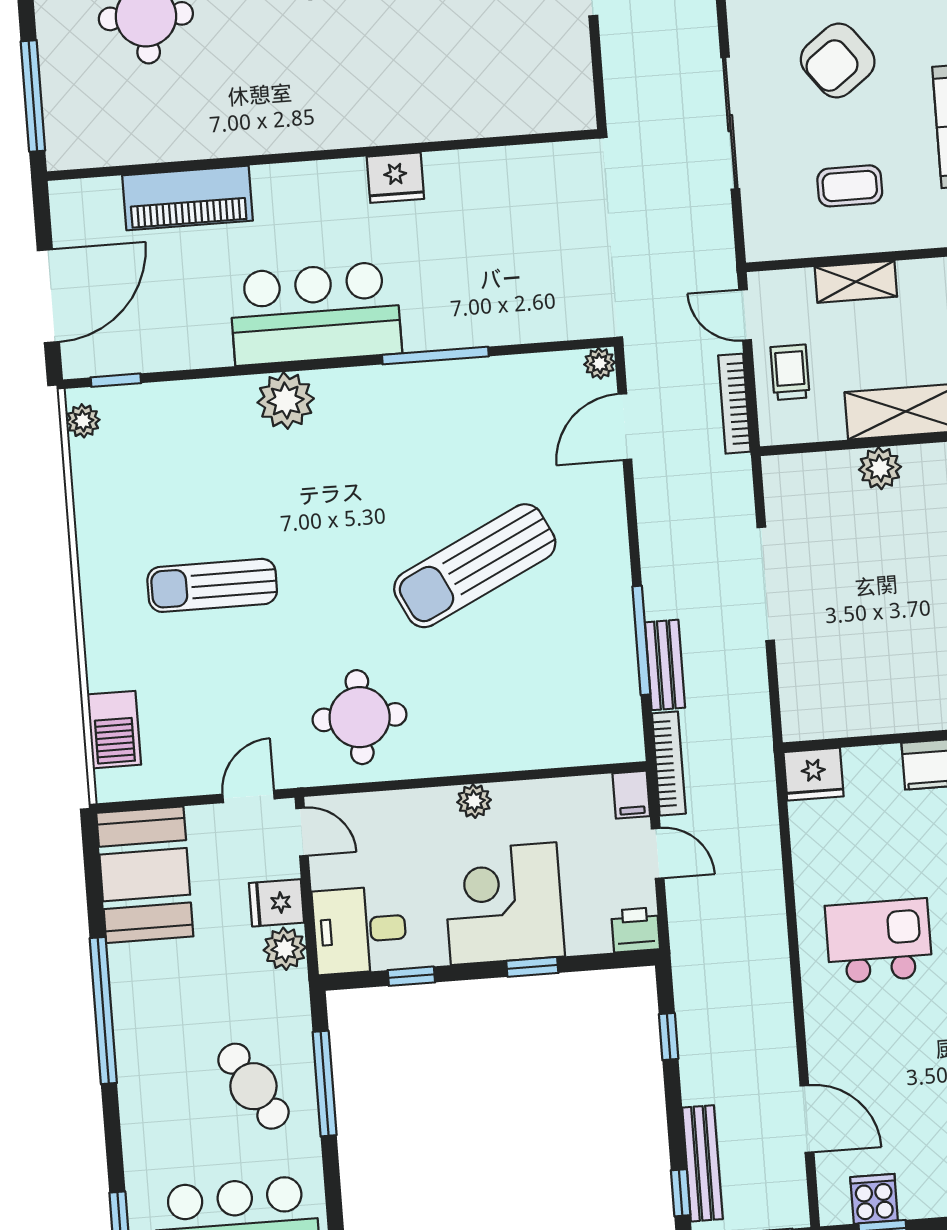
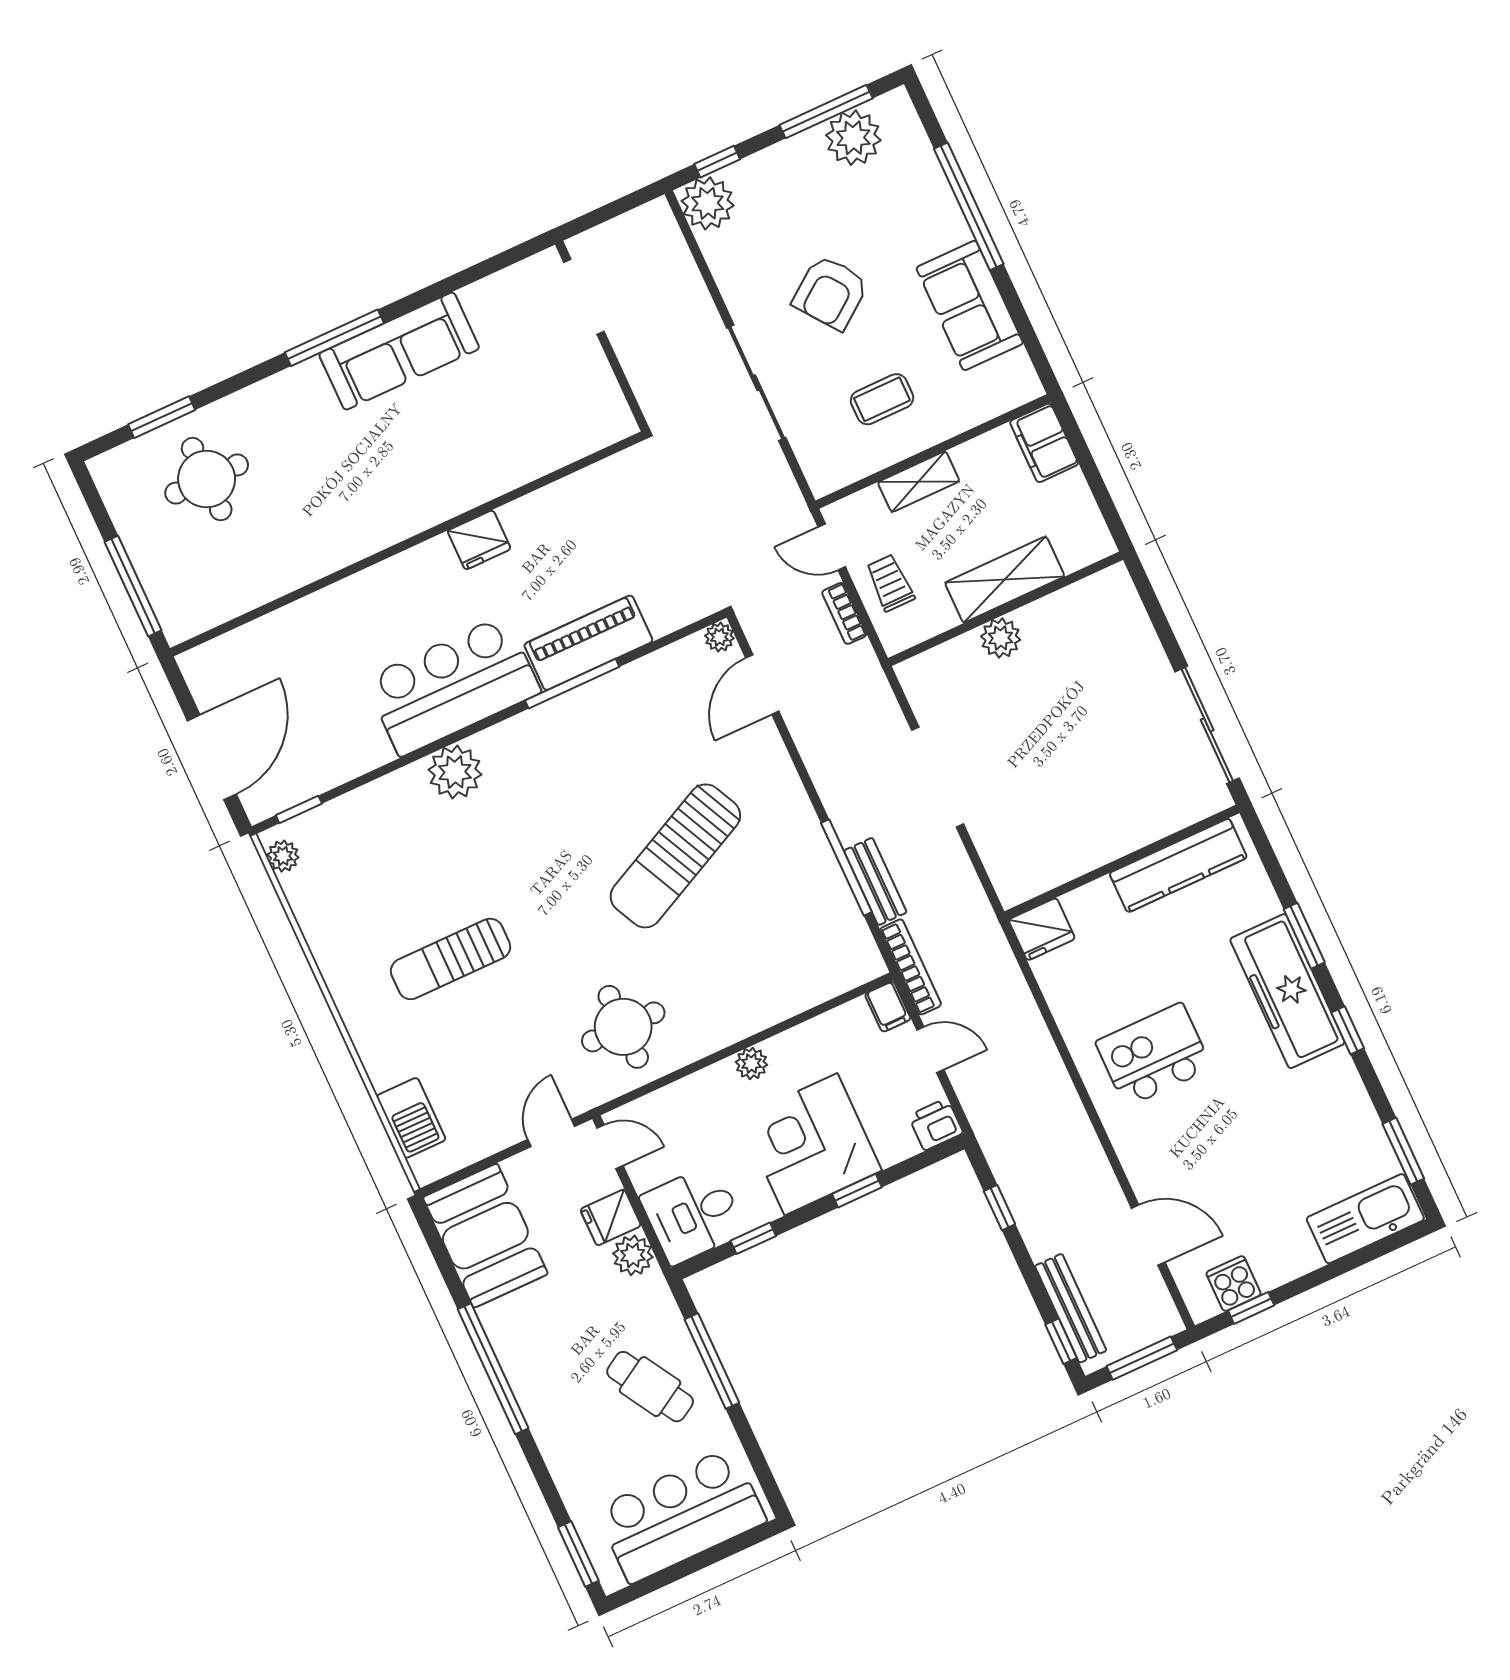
piano: (188, 198) -> (588, 643), moved, turned 180
bookcase: (734, 404) -> (844, 613), width x0.64

